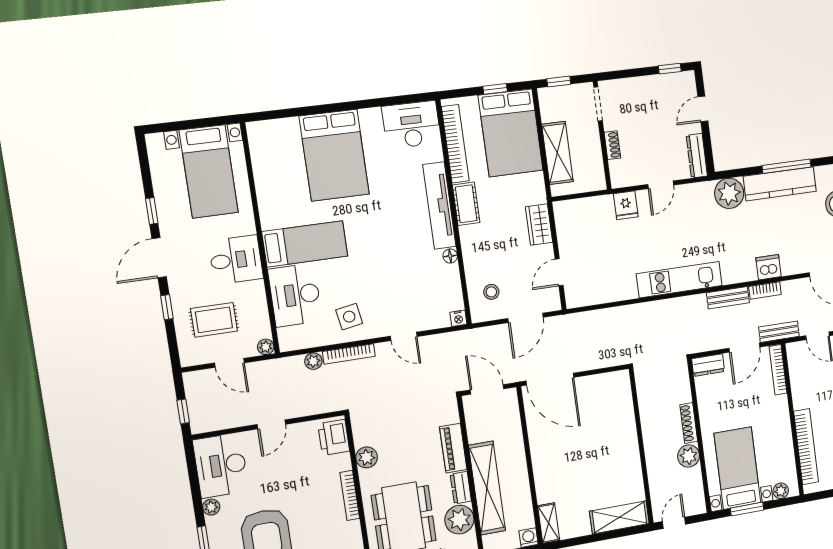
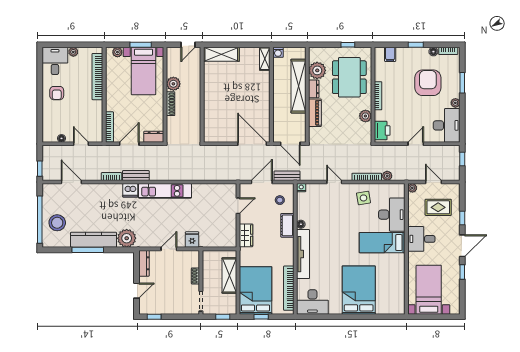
cot: (466, 204) -> (287, 225), moved
dishwasher: (768, 267) -> (130, 190), moved
bench: (779, 332) -> (287, 176), moved

